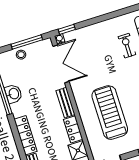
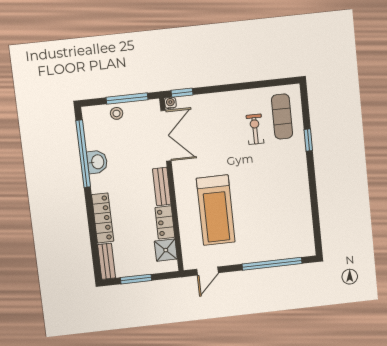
treadmill: (110, 113) -> (216, 210), turned 180

